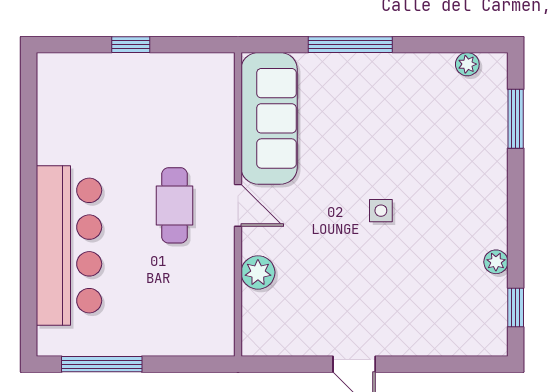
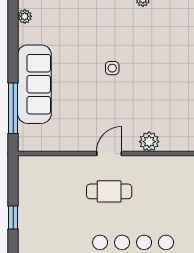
window: (350, 45) -> (13, 108), moved
sofa: (269, 118) -> (34, 84), moved, turned 90

